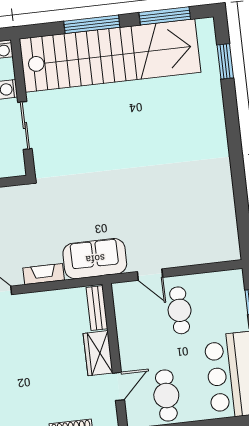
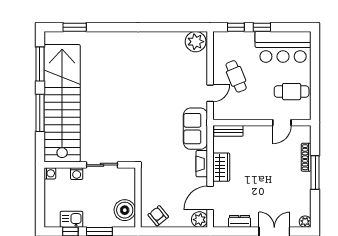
plant: (224, 244) -> (196, 42), added
cafe table: (180, 310) -> (236, 76), turned 68
wardrobe: (98, 353) -> (221, 167), moved, turned -90
door: (118, 386) -> (282, 123), swing flipped

